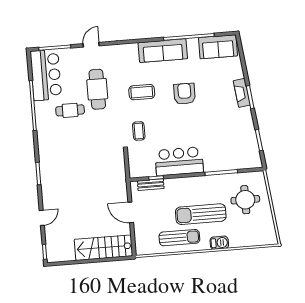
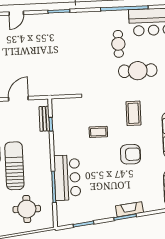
coffee table: (139, 131) -> (98, 132), moved
bar counter: (179, 161) -> (67, 178), moved
door: (42, 218) -> (16, 13), hinge flipped

